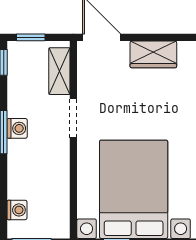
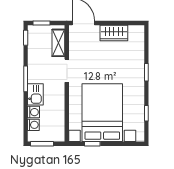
washing machine: (17, 128) -> (34, 112), moved
kitchen sink: (20, 158) -> (35, 94), added

